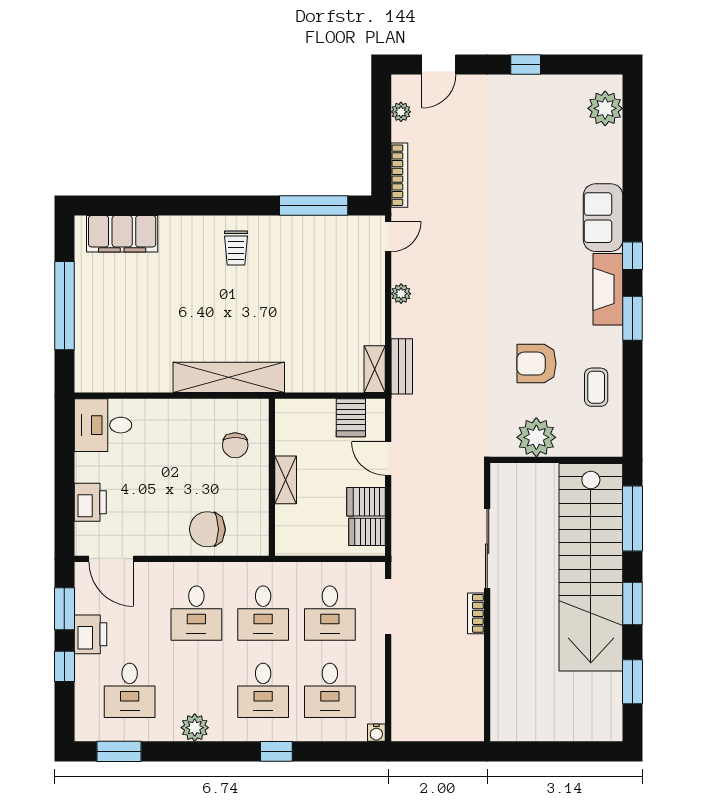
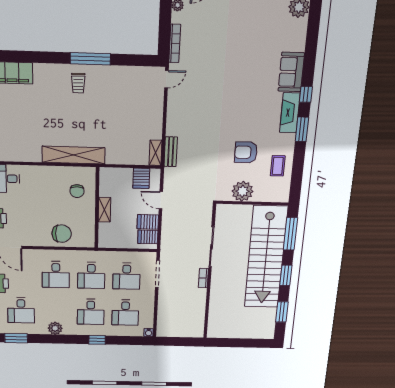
window: (314, 206) -> (90, 59), moved
plant: (401, 294) -> (172, 112), removed
chair: (207, 529) -> (62, 234), turned 180

